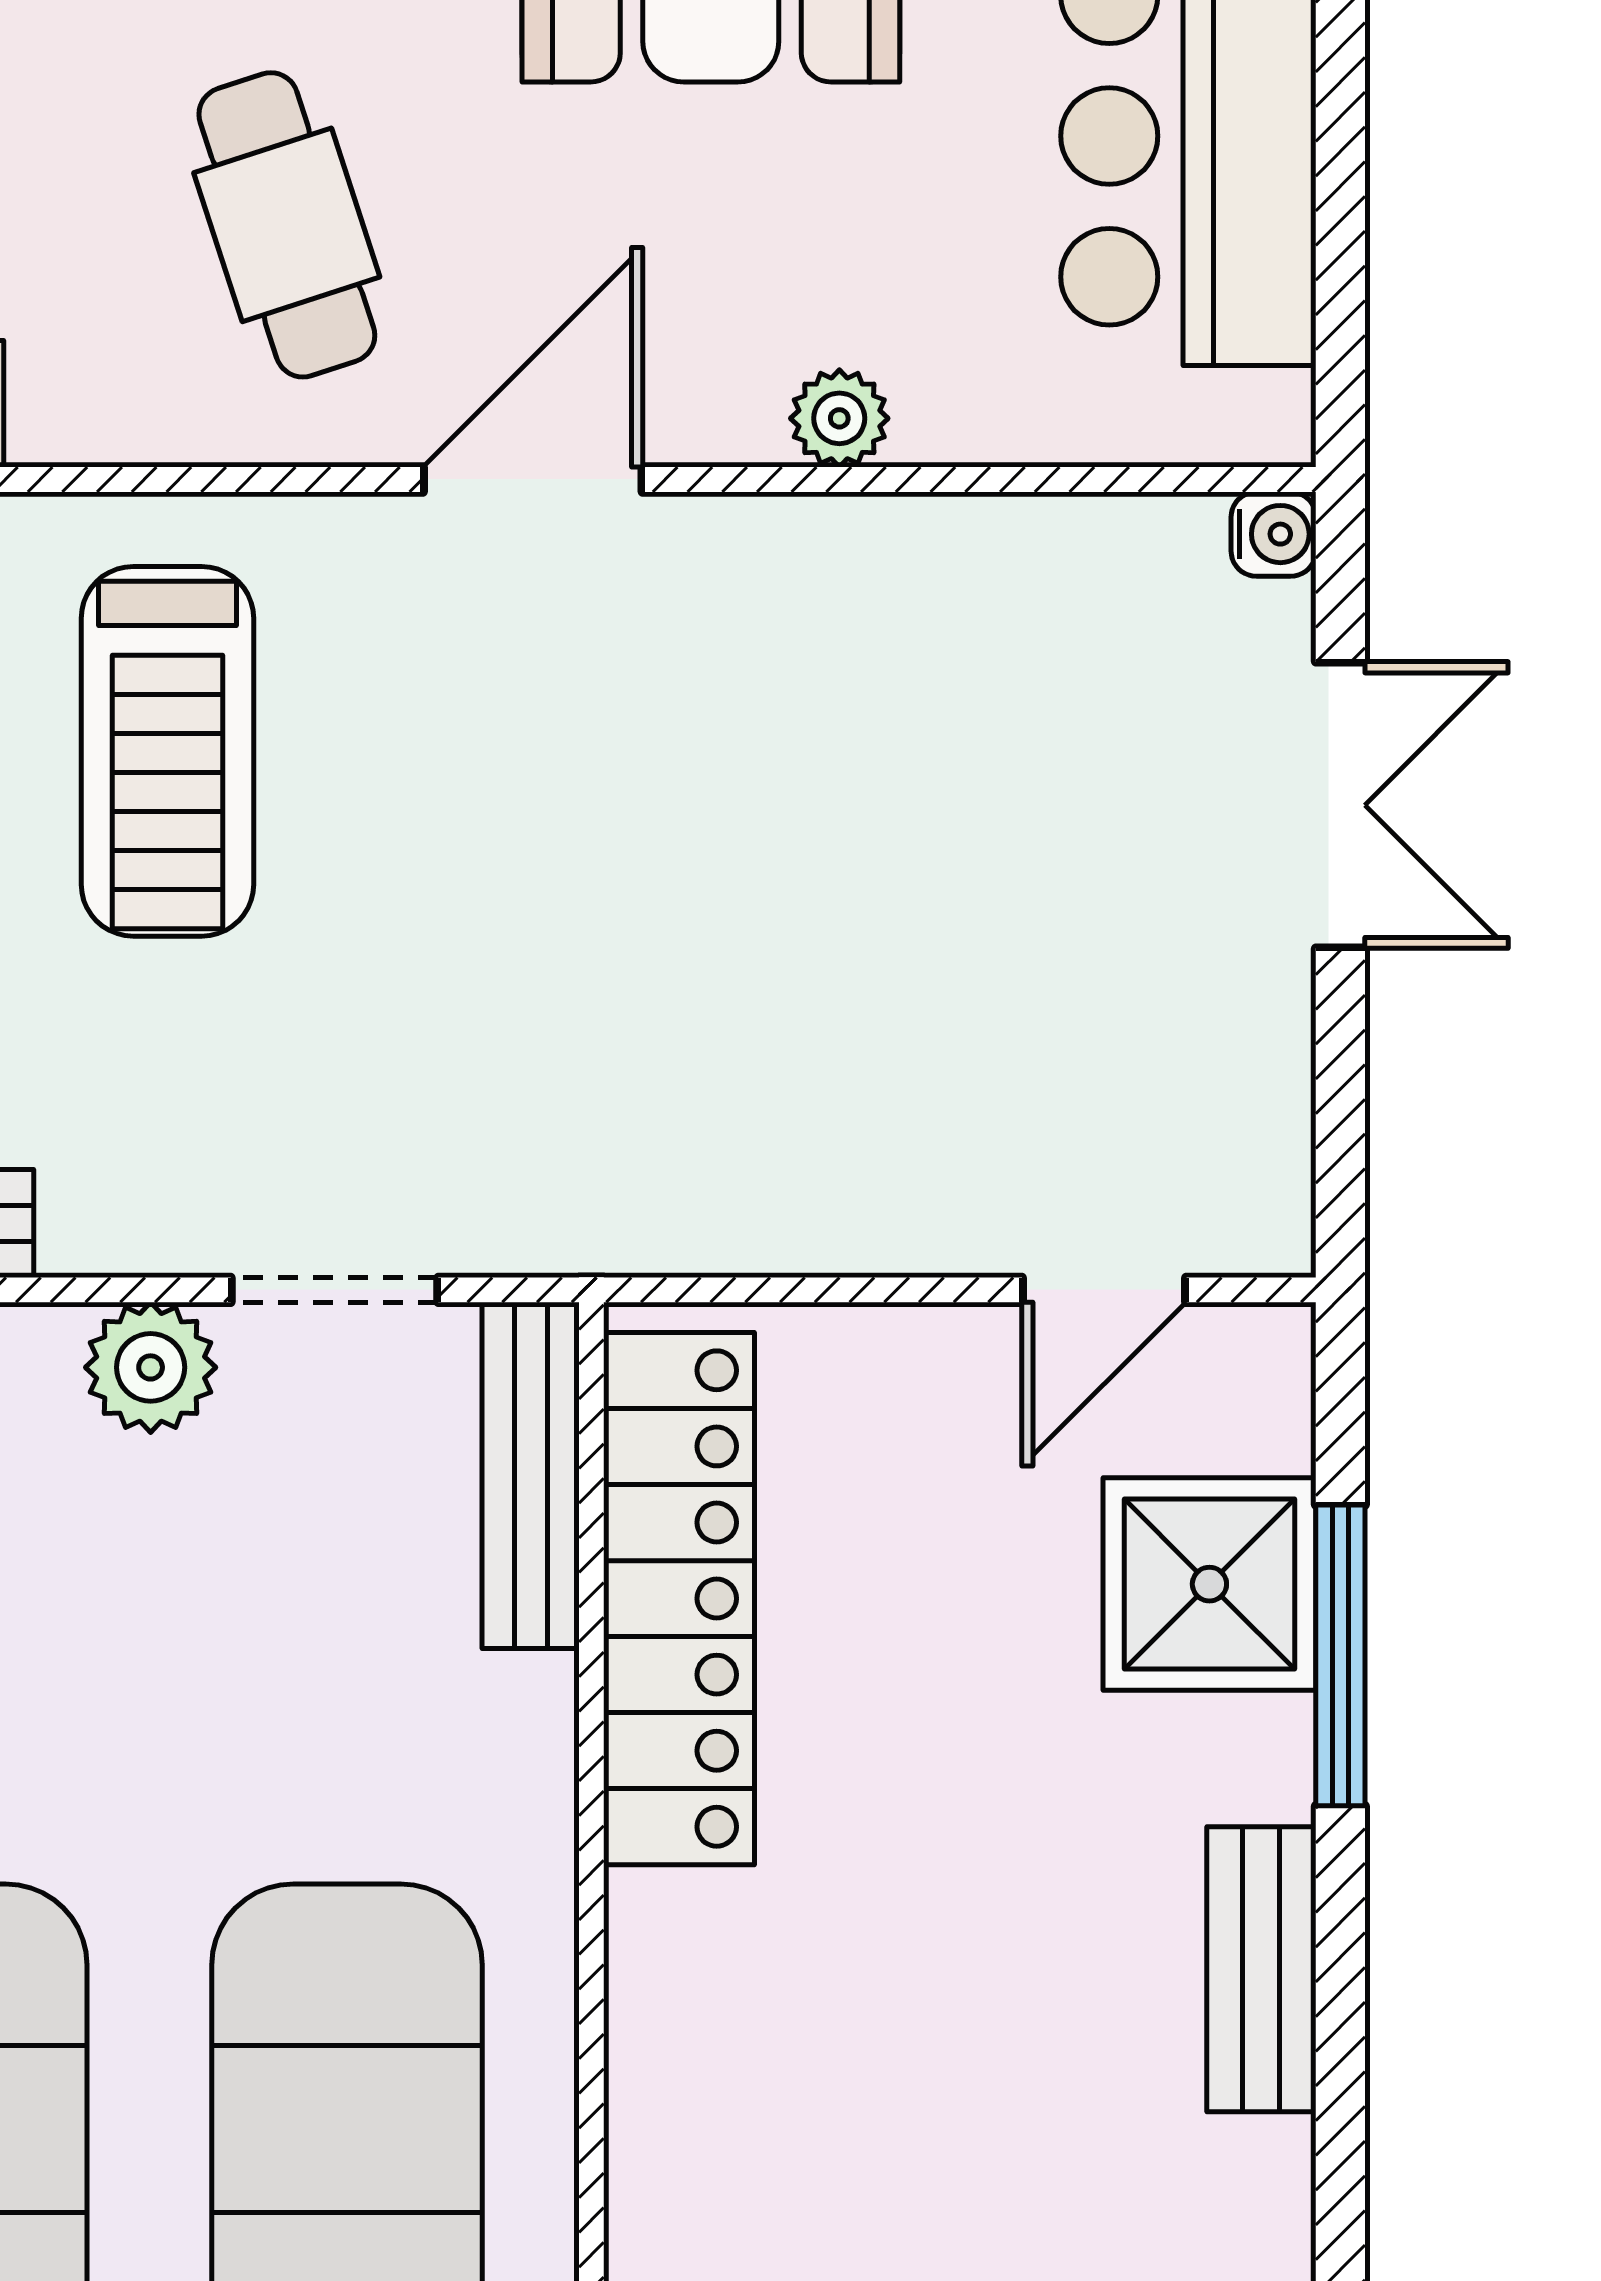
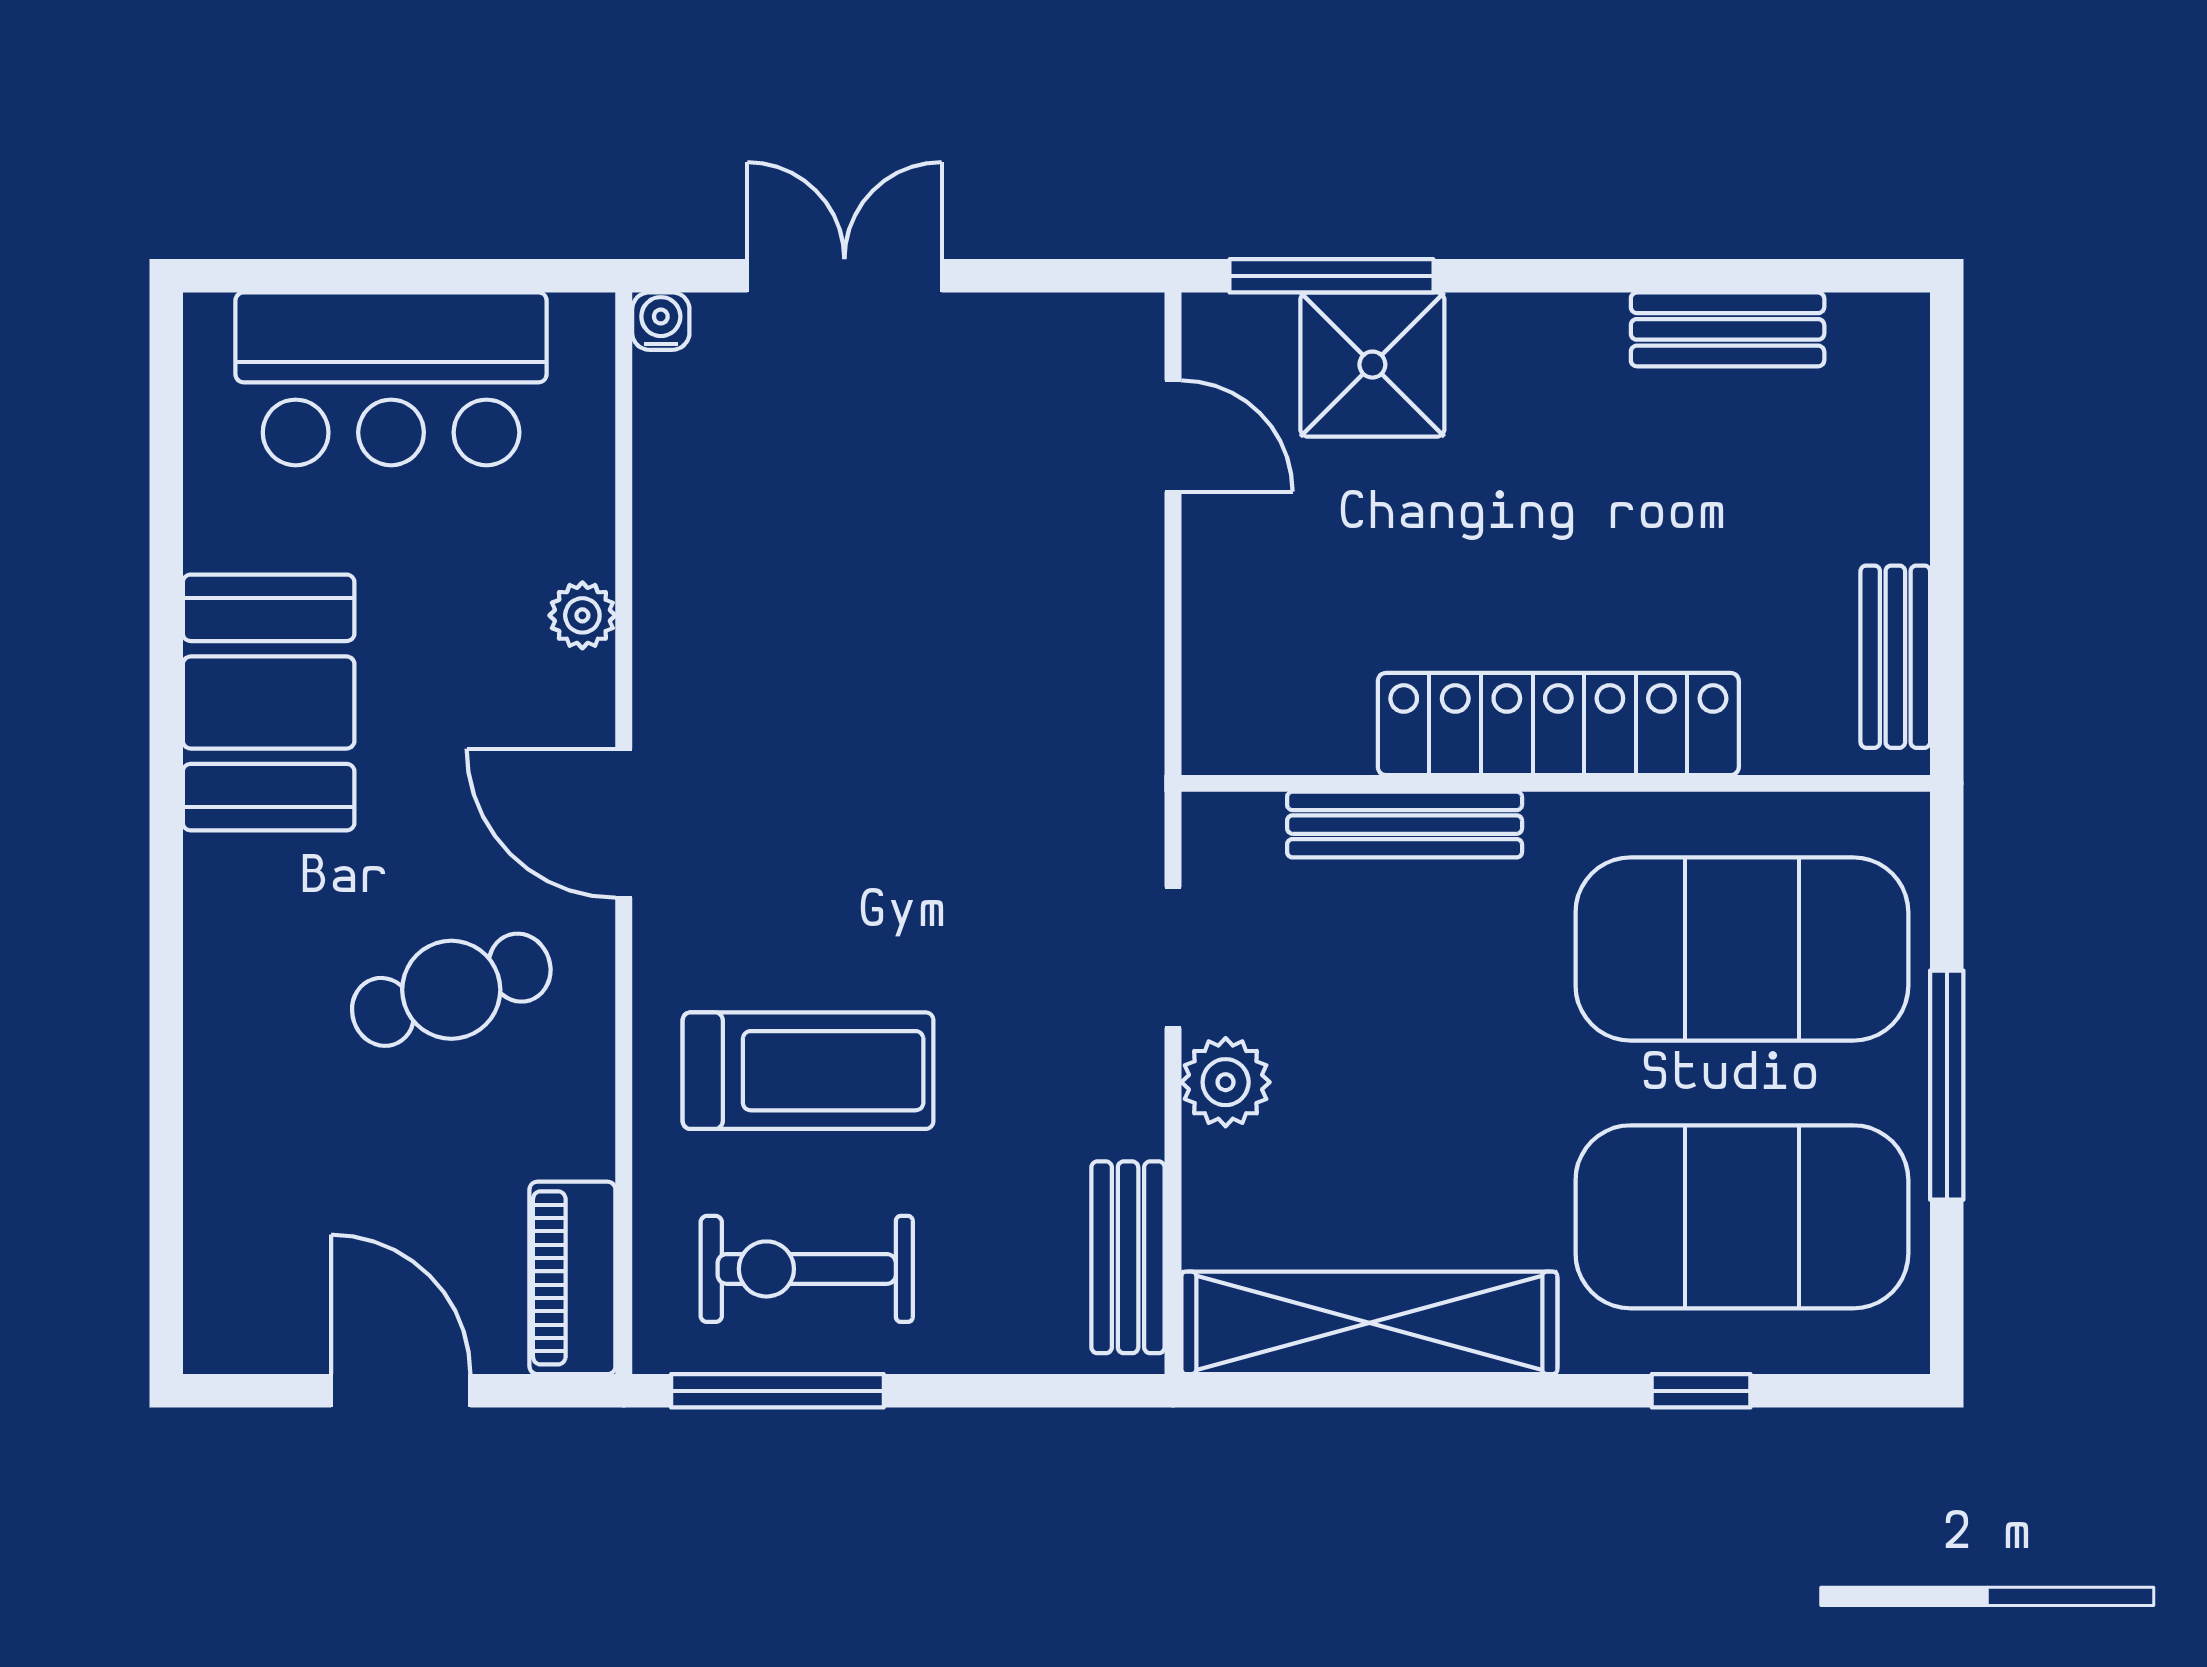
bench: (531, 1475) -> (1405, 825), moved
locker: (679, 1599) -> (1558, 724), moved
window: (1340, 1655) -> (1332, 276), moved
bench: (1261, 1969) -> (1728, 329), moved

